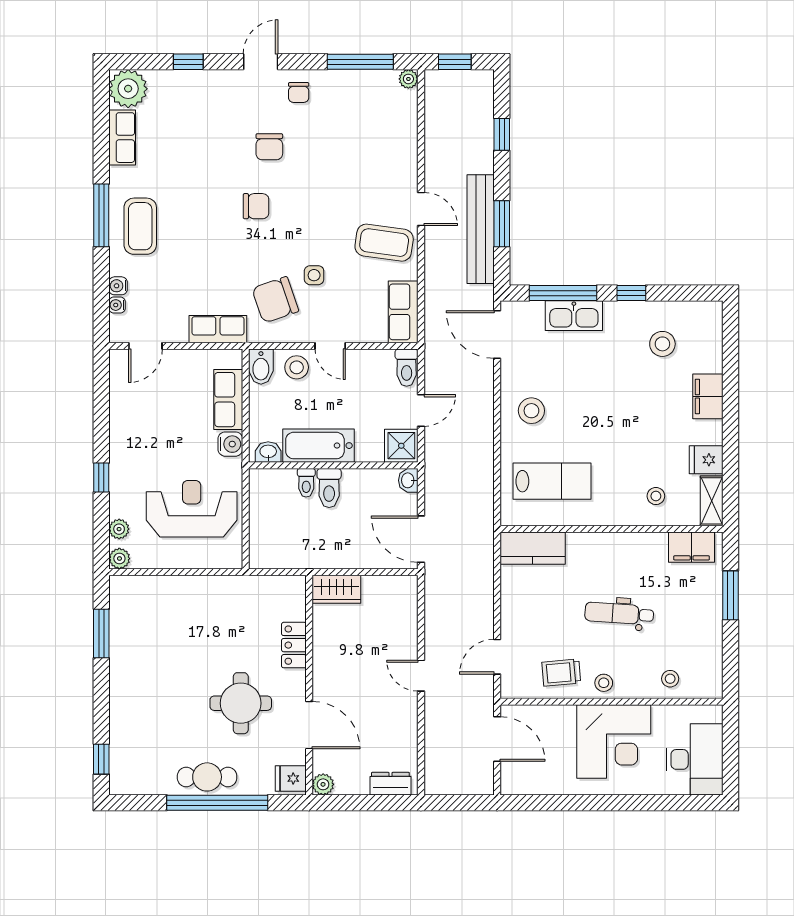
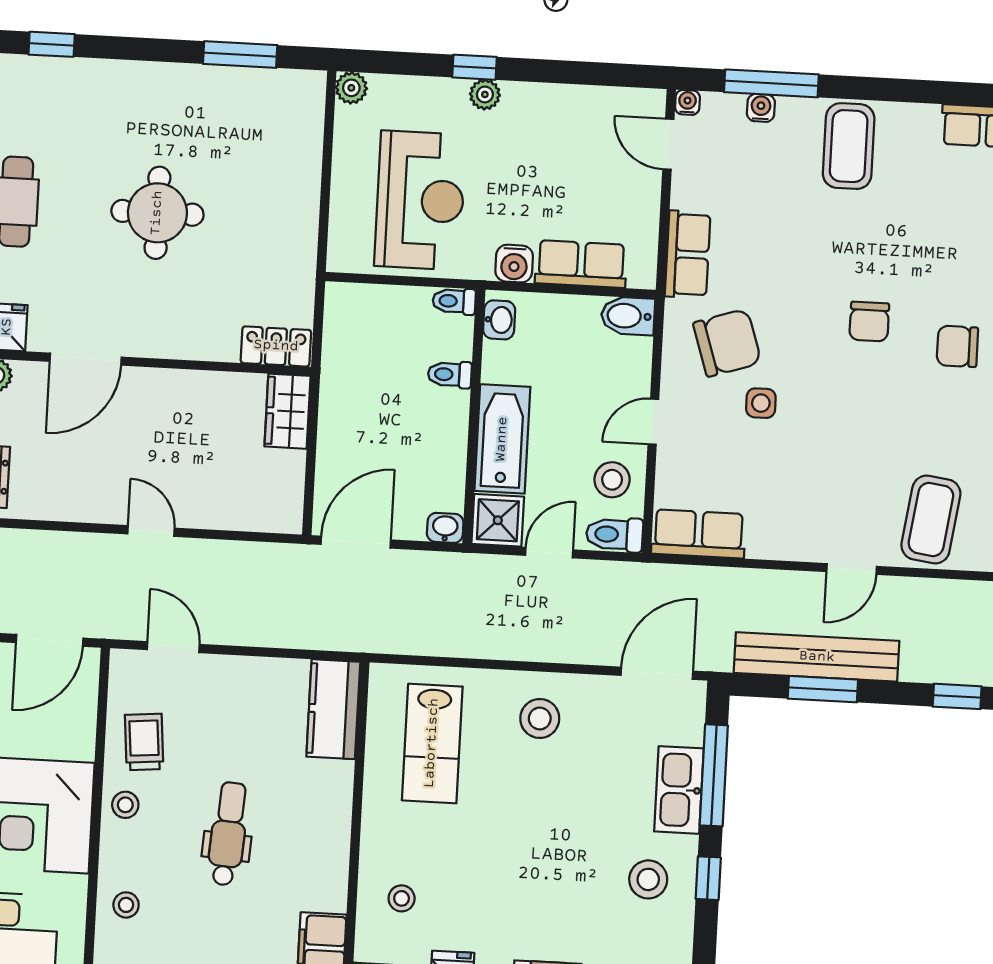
window: (101, 215) -> (771, 83), moved
coffee table: (140, 226) -> (849, 146), turned 90
coffee table: (384, 243) -> (931, 520), moved
chair: (275, 300) -> (727, 343), turned 91
water cooler: (117, 305) -> (687, 102), moved
stool: (662, 344) -> (648, 879), moved
stool: (297, 367) -> (612, 480), moved
door: (421, 410) -> (549, 553), swing flipped
bathtub: (319, 446) -> (502, 439), moved
toilet: (329, 488) -> (454, 301), moved, width x0.73, depth x0.72
plant: (119, 529) -> (485, 94), moved
locker: (294, 645) -> (276, 346), moved
door: (421, 676) -> (151, 531), hinge flipped
round table: (241, 703) -> (157, 213), moved

